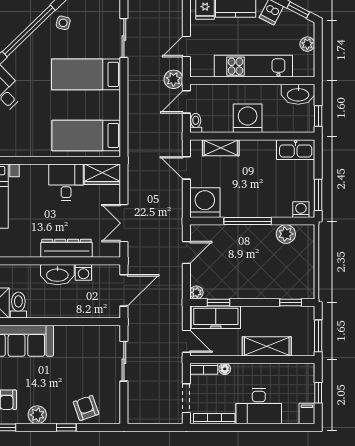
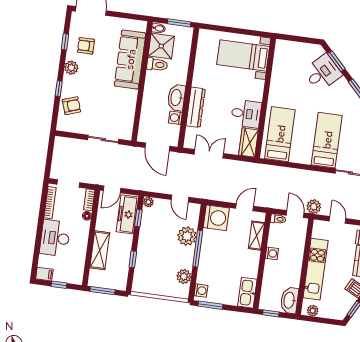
plant: (307, 44) -> (313, 311), moved
washing machine: (248, 118) -> (272, 253), width x0.53, depth x0.53
plant: (234, 237) -> (187, 236), added
window: (291, 303) -> (133, 259), moved

